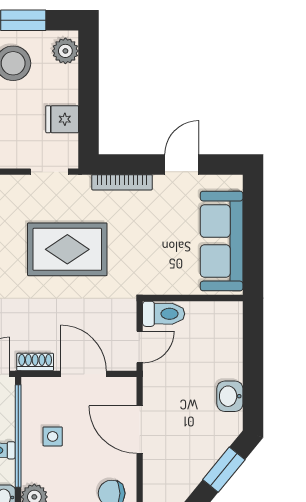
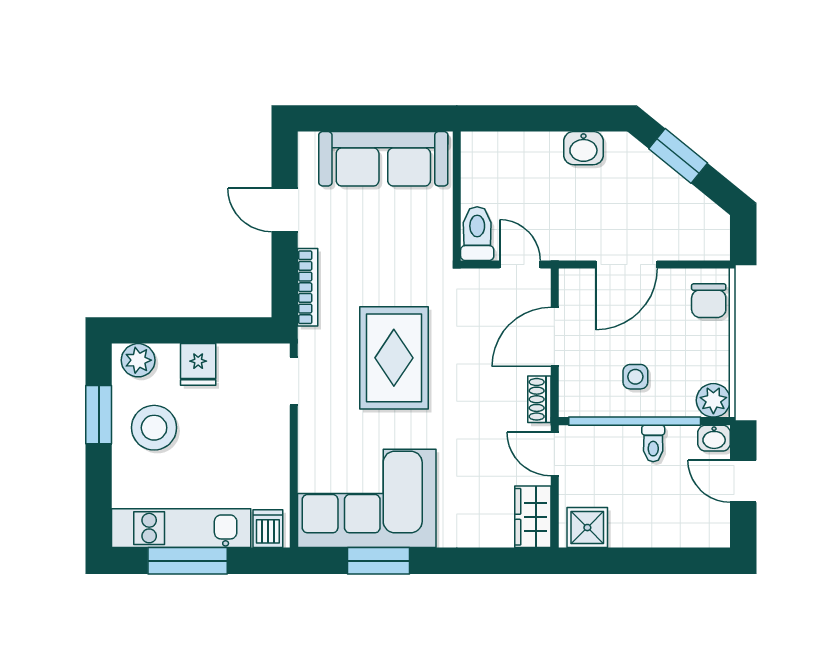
fridge: (62, 119) -> (198, 364), moved

